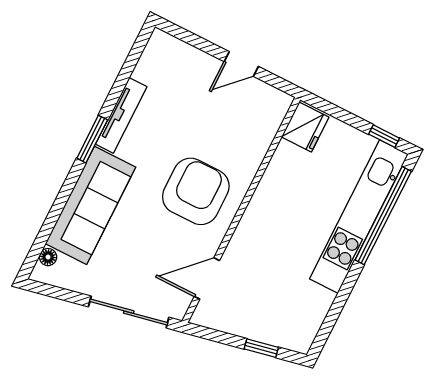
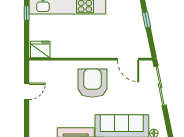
door: (241, 64) -> (27, 91), hinge flipped
armchair: (196, 191) -> (92, 83), turned 90

